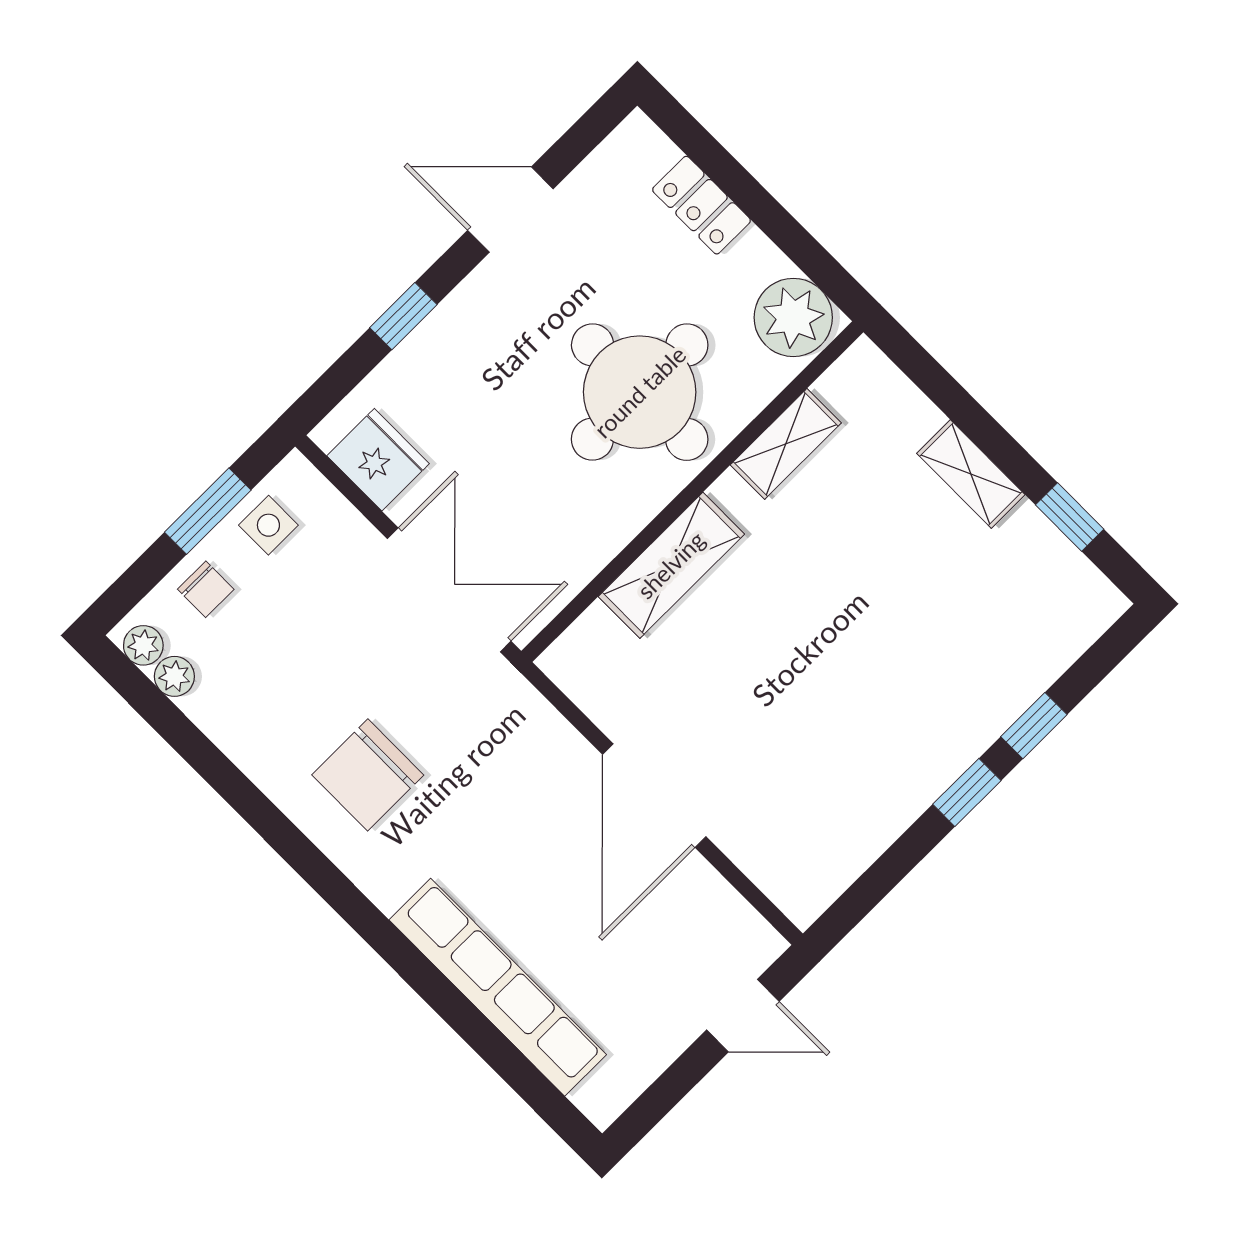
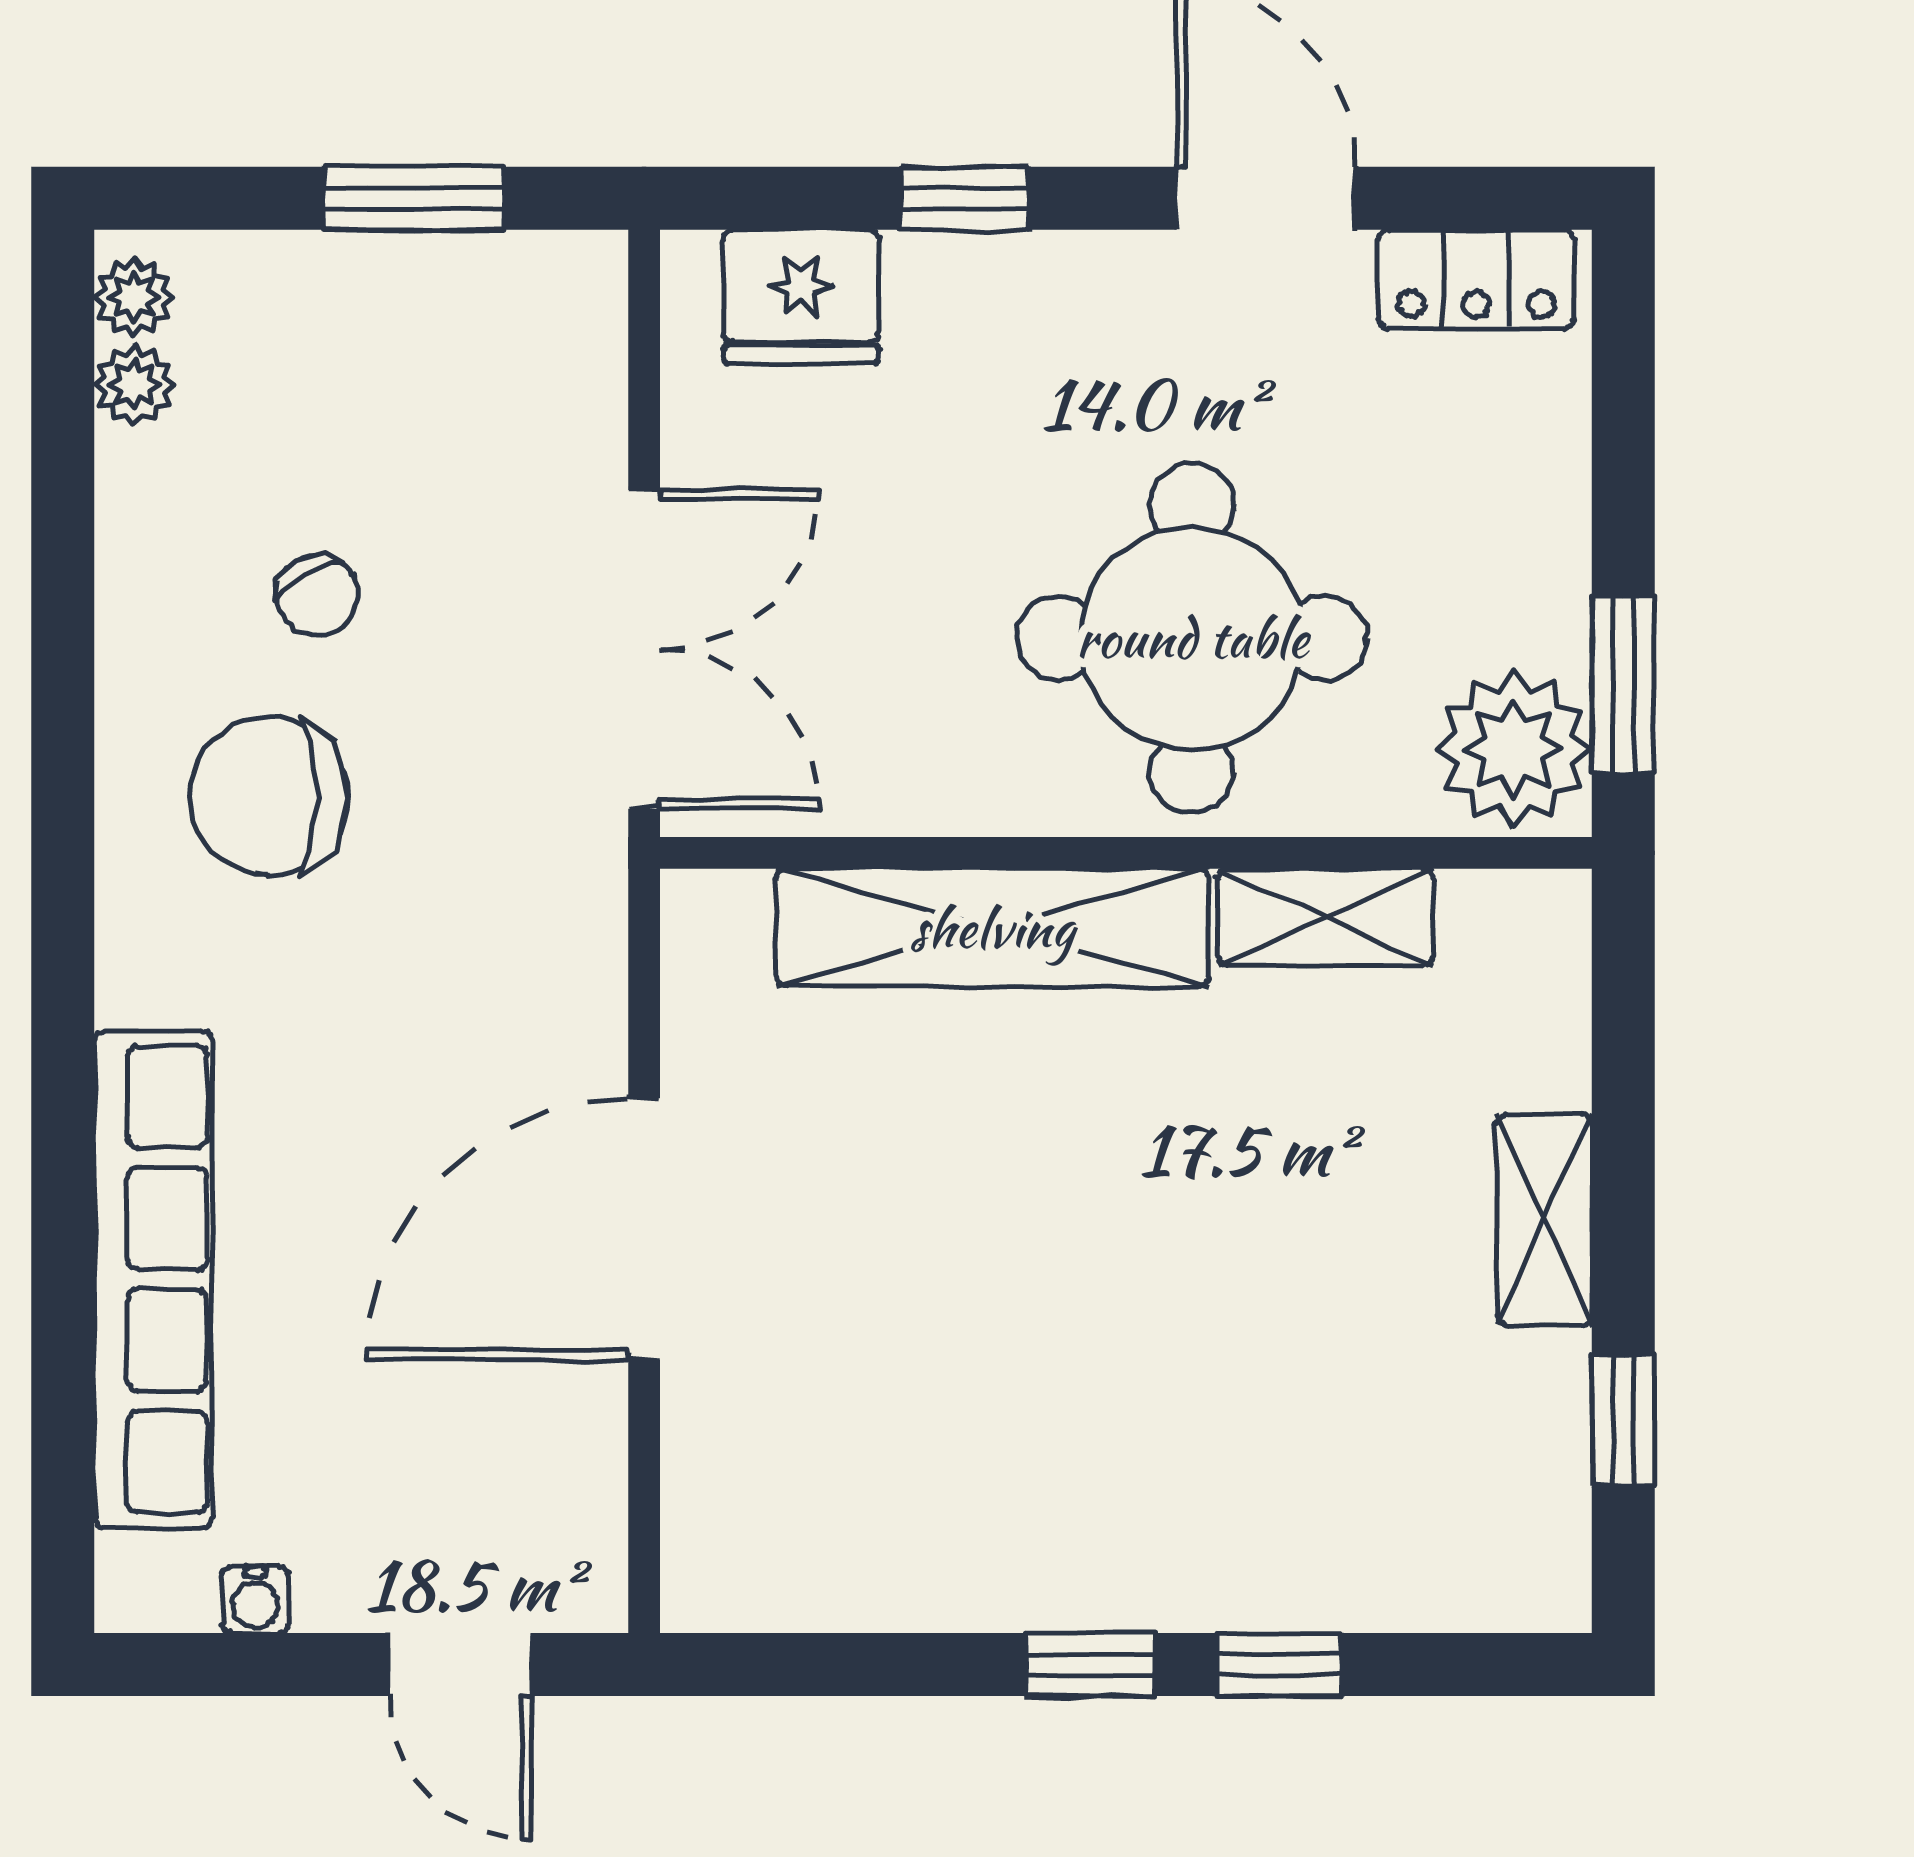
locker: (702, 205) -> (1476, 279), moved, turned -90
window: (809, 256) -> (1623, 685), added
fridge: (378, 460) -> (801, 297), moved, turned 90
side table: (268, 525) -> (480, 304), removed
shelving: (671, 565) -> (992, 928), width x1.47
chair: (206, 589) -> (317, 595), moved, turned -30
water cooler: (647, 1065) -> (255, 1600), added

